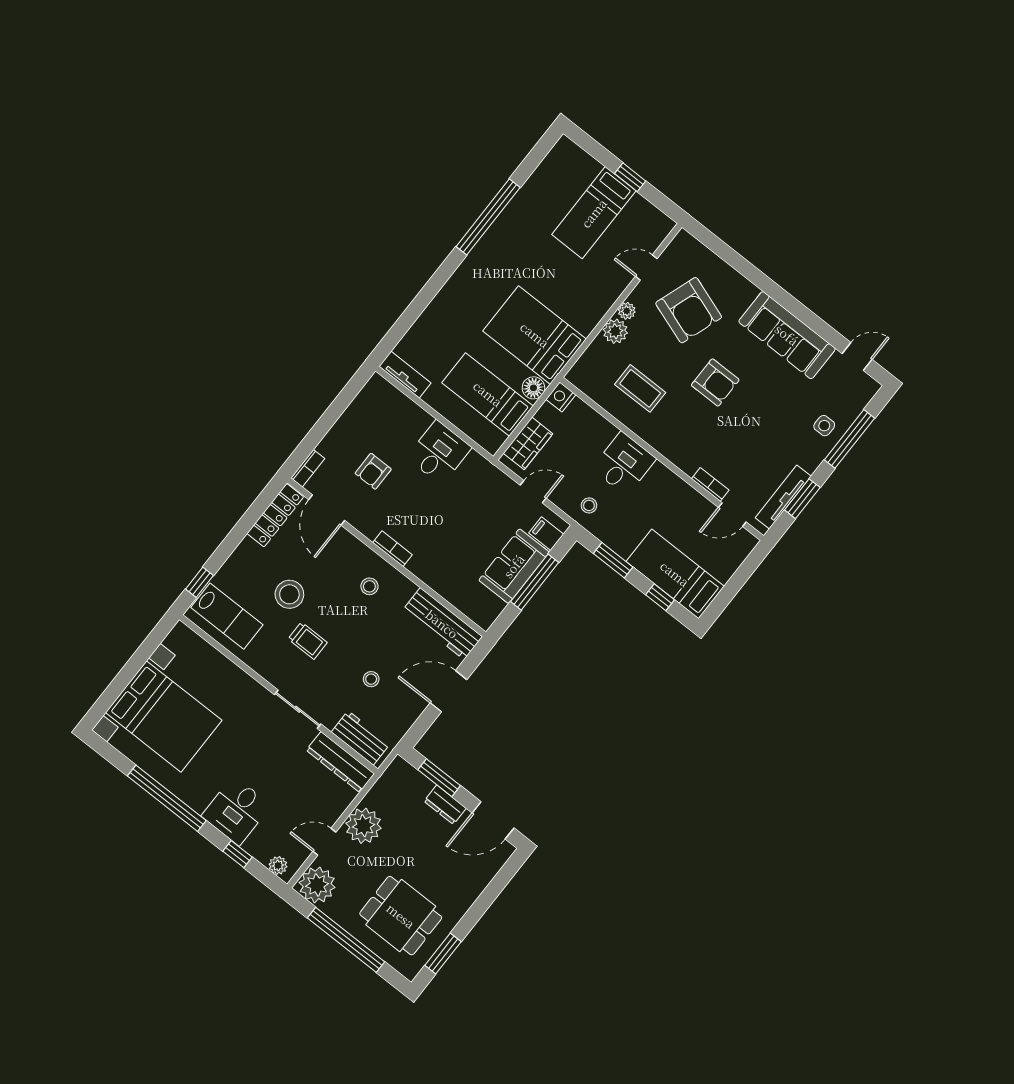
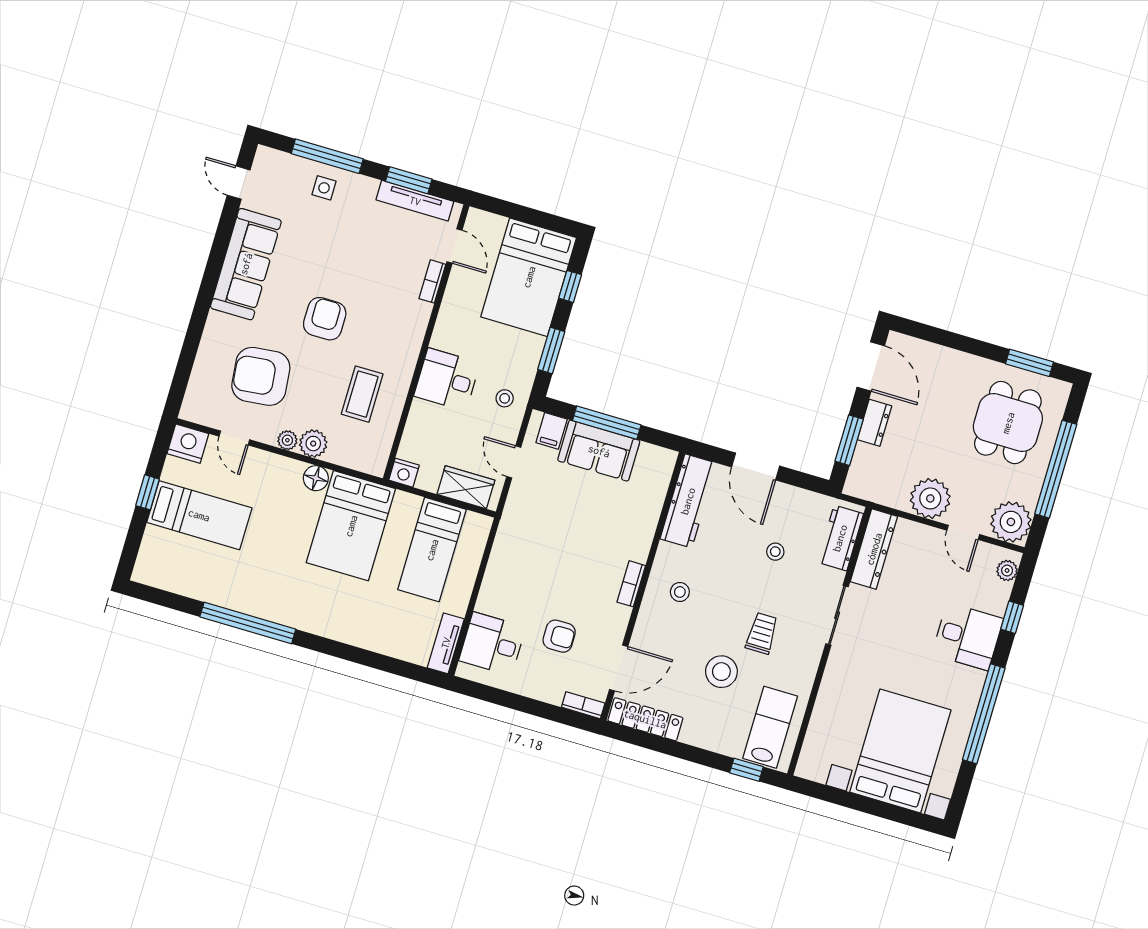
nightstand: (657, 227) -> (188, 444), added
armchair: (689, 310) -> (261, 376), turned -115
floor lamp: (533, 388) -> (316, 478), moved
desk: (439, 453) -> (492, 644), moved
bed: (675, 574) -> (529, 277), width x1.50

